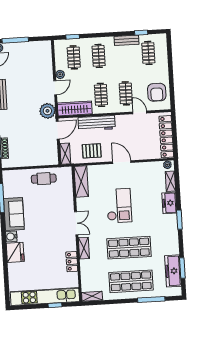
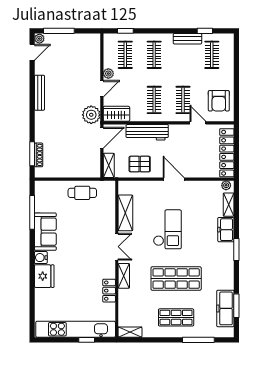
wardrobe: (75, 108) -> (116, 114), width x0.67
shelving: (81, 181) -> (125, 213), moved
shop shelf: (131, 281) -> (176, 317), width x0.70, depth x0.74

